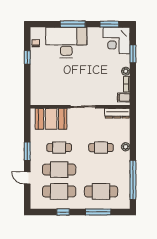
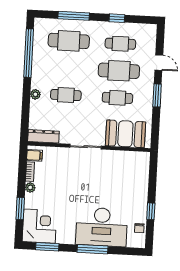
cafe table: (59, 191) -> (120, 44), width x0.73, depth x0.74

